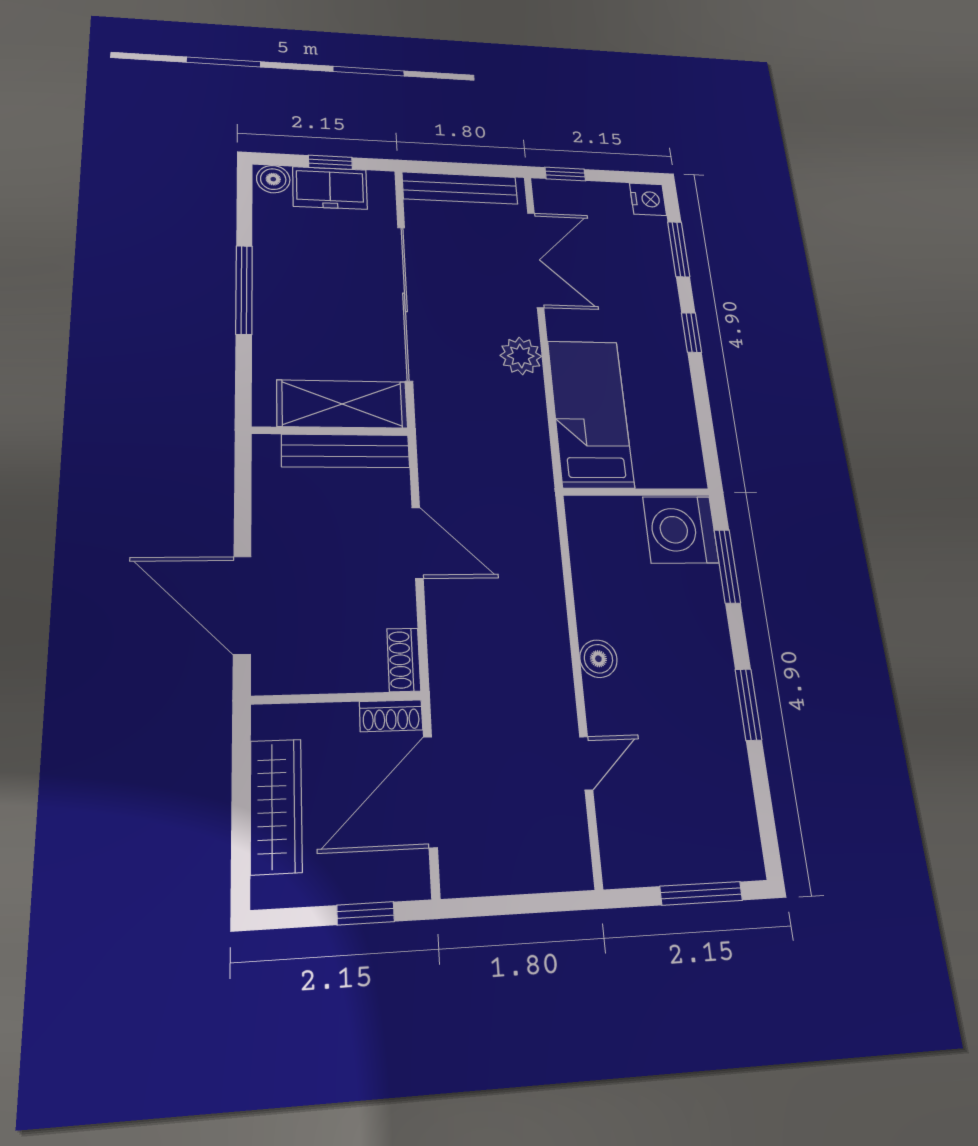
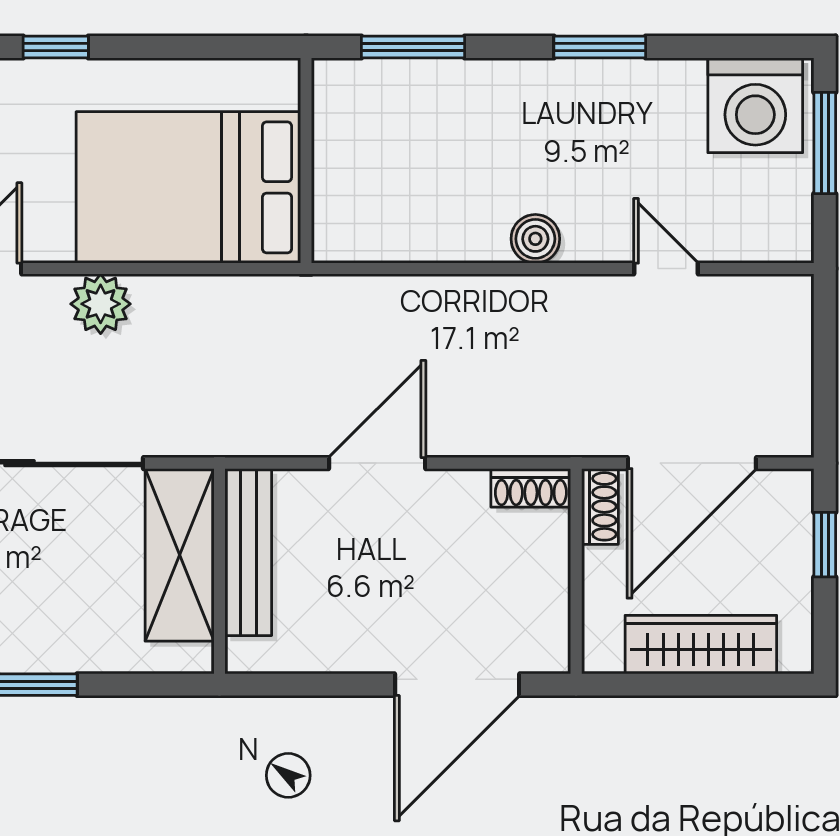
bed: (590, 413) -> (188, 187), width x1.50
washing machine: (681, 530) -> (755, 105), moved
door: (430, 791) -> (692, 463), hinge flipped

